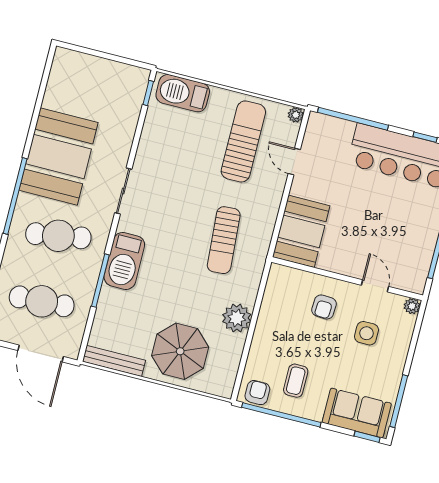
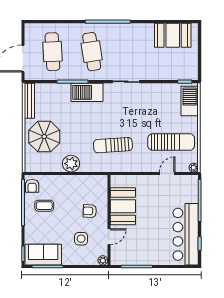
booth: (59, 156) -> (173, 35), moved, width x0.73, depth x0.70
booth: (301, 231) -> (123, 206), moved, turned 90
armchair: (257, 393) -> (32, 186), turned 90
sofa: (357, 413) -> (43, 255), moved, turned -90

